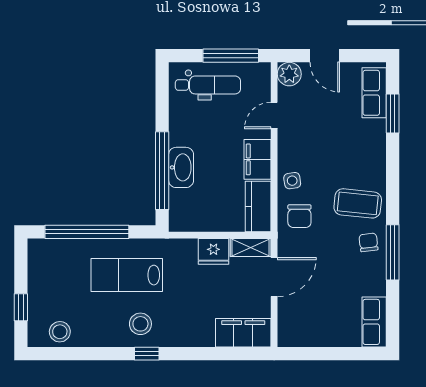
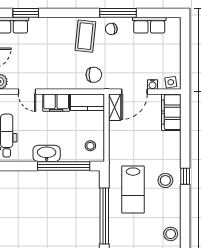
washbasin: (181, 167) -> (47, 153), moved
side table: (292, 181) -> (171, 82), moved
stool: (193, 211) -> (90, 146), added
fridge: (213, 251) -> (117, 132), removed
door: (274, 277) -> (134, 92), swing flipped
water cooler: (285, 304) -> (153, 84), added
row of seats: (374, 322) -> (149, 25), moved

